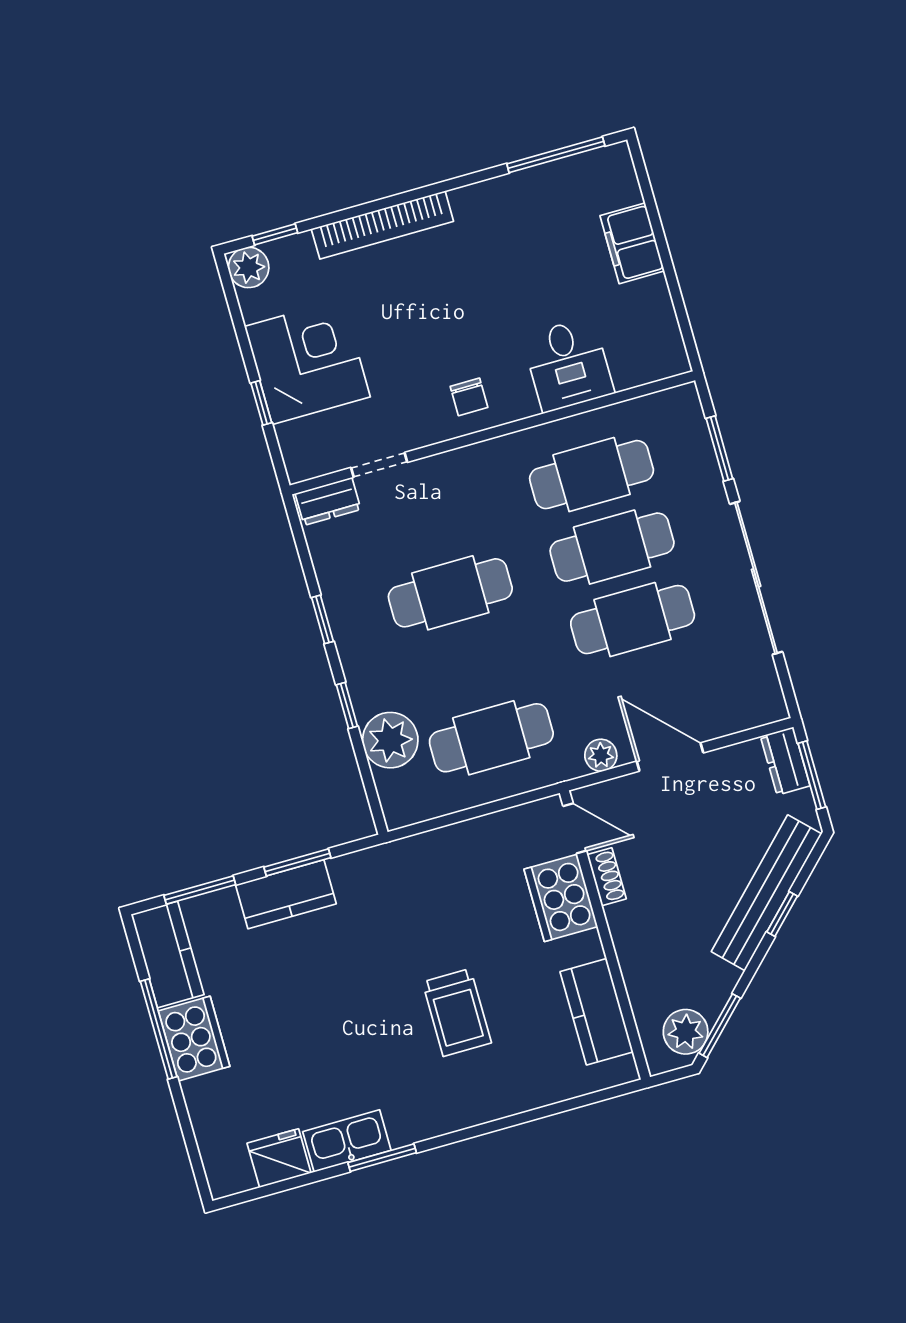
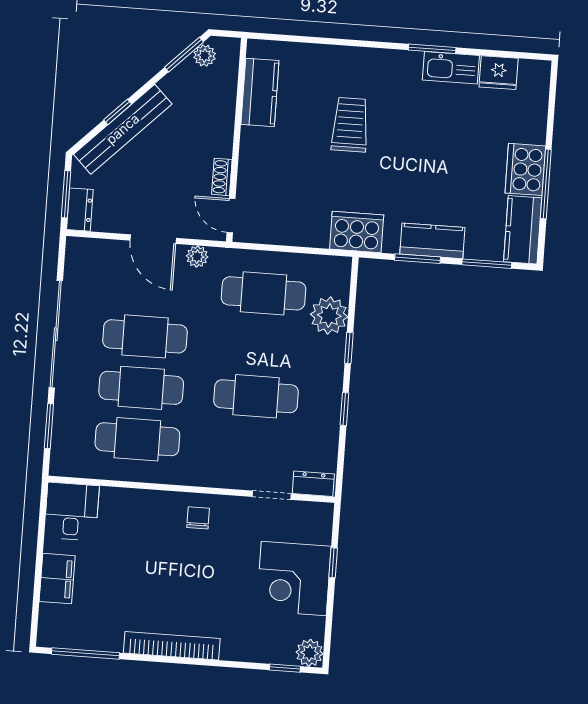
bookcase: (382, 225) -> (172, 646), moved
desk: (568, 365) -> (72, 511), moved
cooker: (561, 898) -> (357, 232), moved, turned -90
plant: (686, 1032) -> (205, 56), width x0.73, depth x0.73

